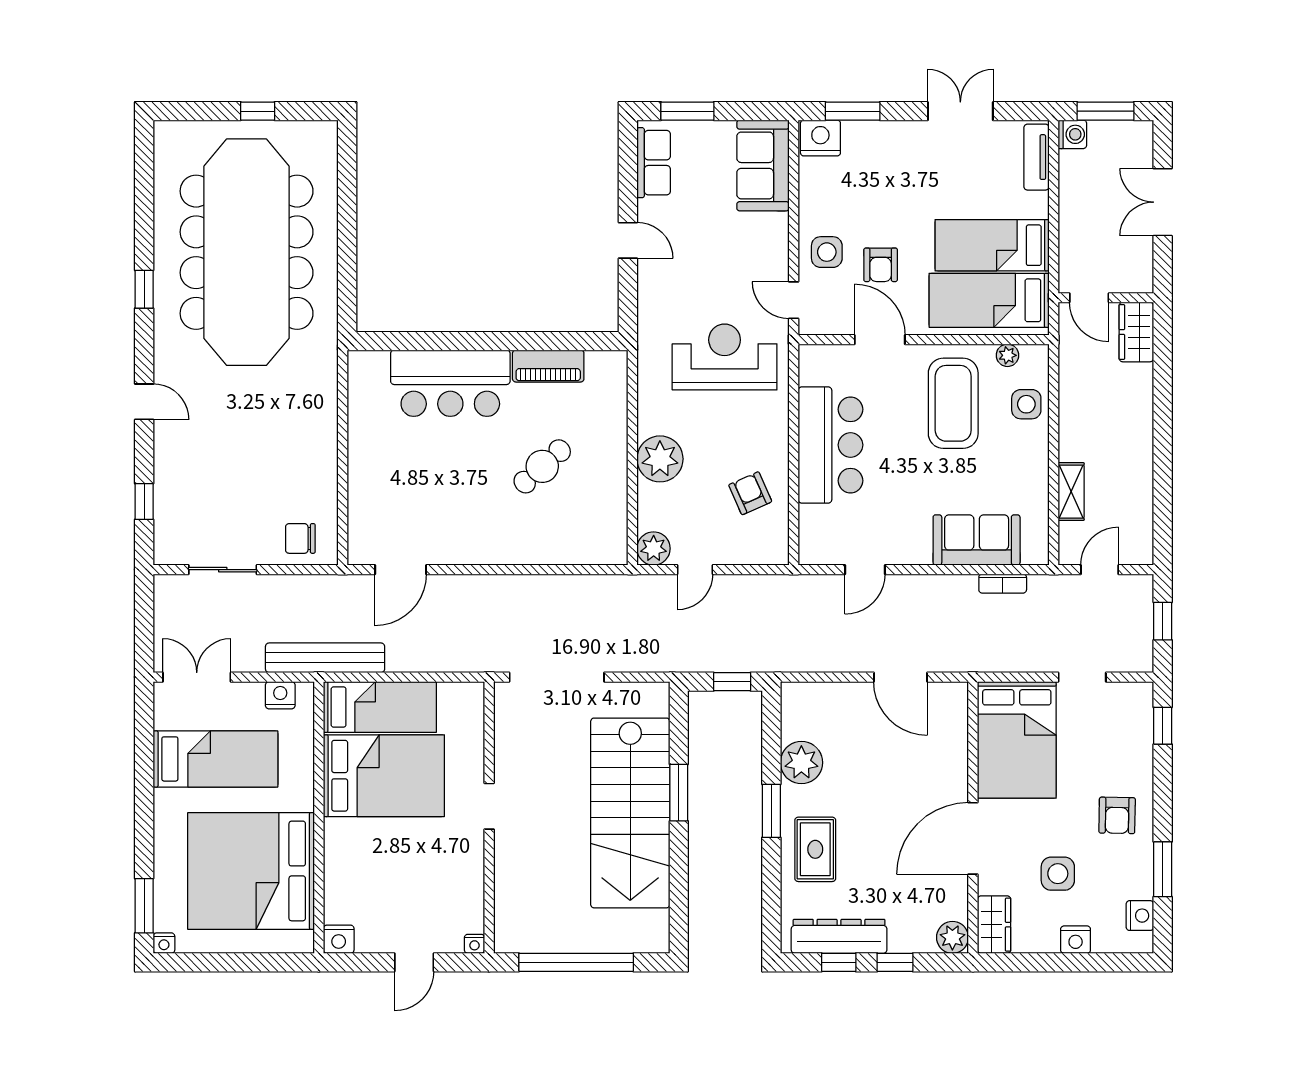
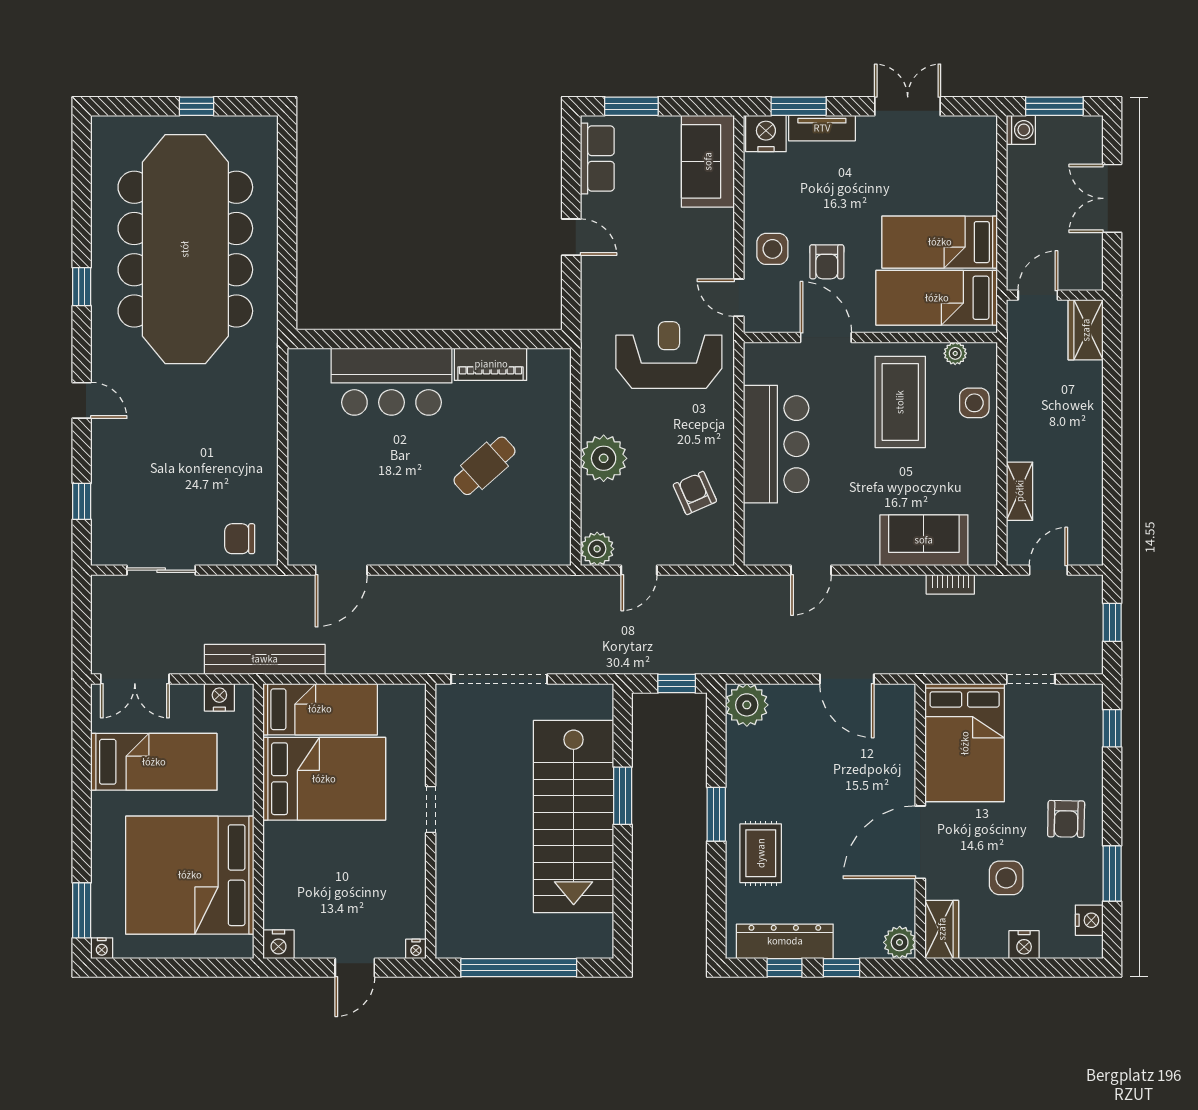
tv unit: (1037, 157) -> (822, 128), moved, turned -90
door: (1089, 298) -> (1038, 295), swing flipped
double door: (197, 677) -> (135, 679), swing flipped
plant: (801, 763) -> (747, 705), moved

